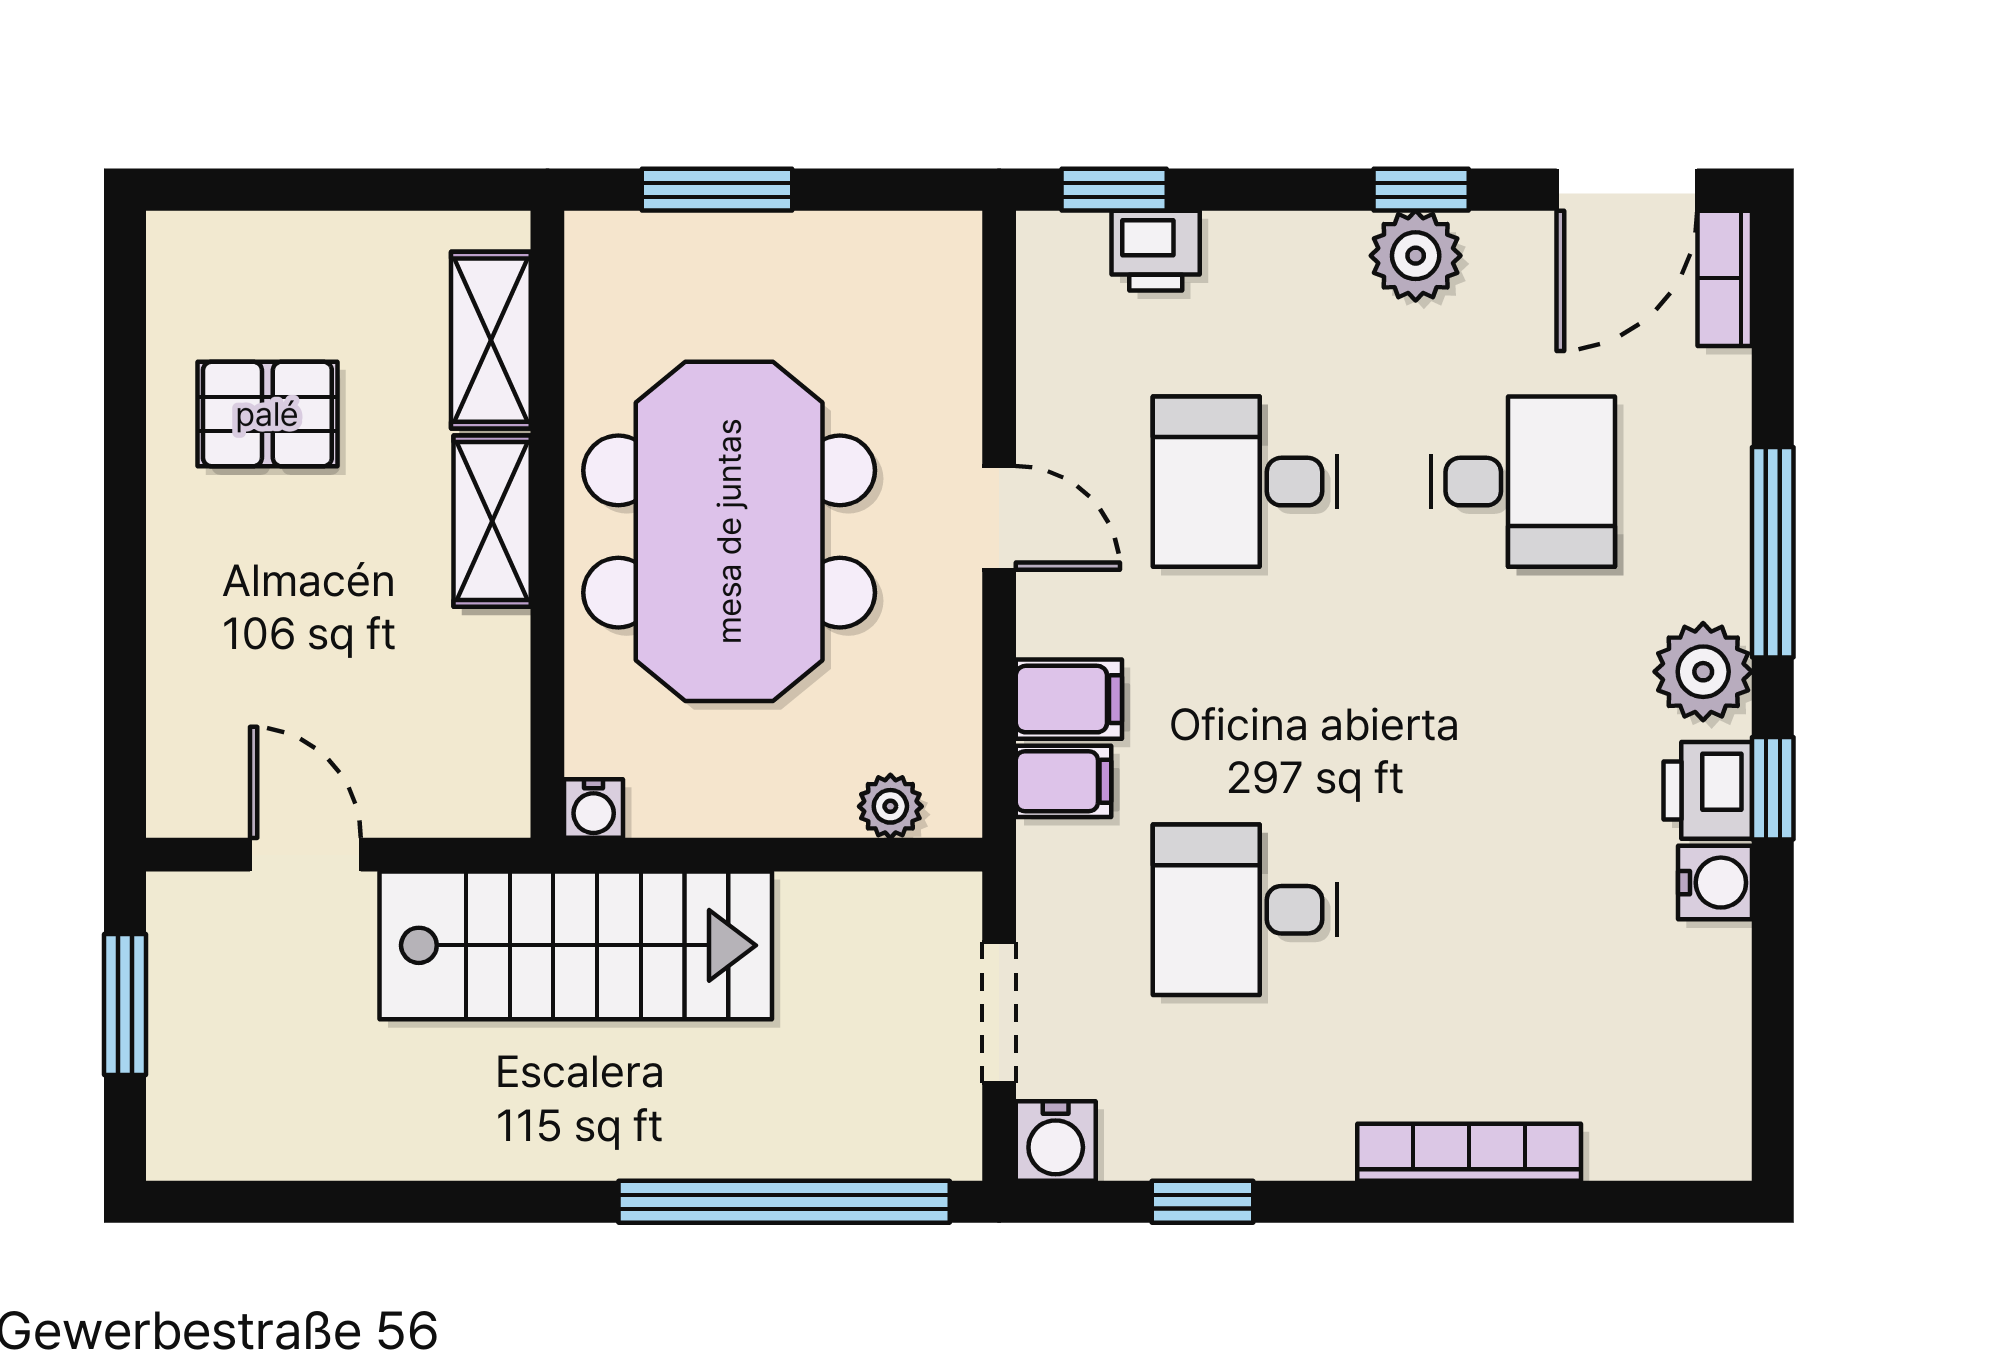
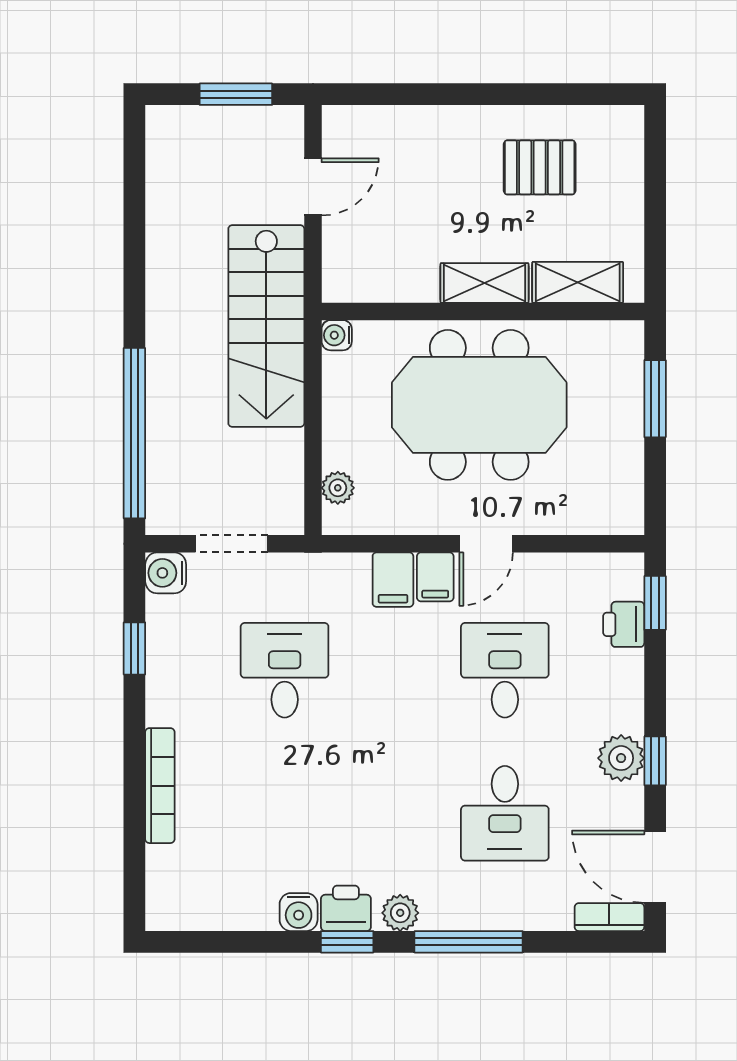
pallet: (267, 414) -> (540, 167), turned 90
plant: (1703, 672) -> (400, 913), width x0.73, depth x0.73
filing cabinet: (1063, 781) -> (435, 577), moved

